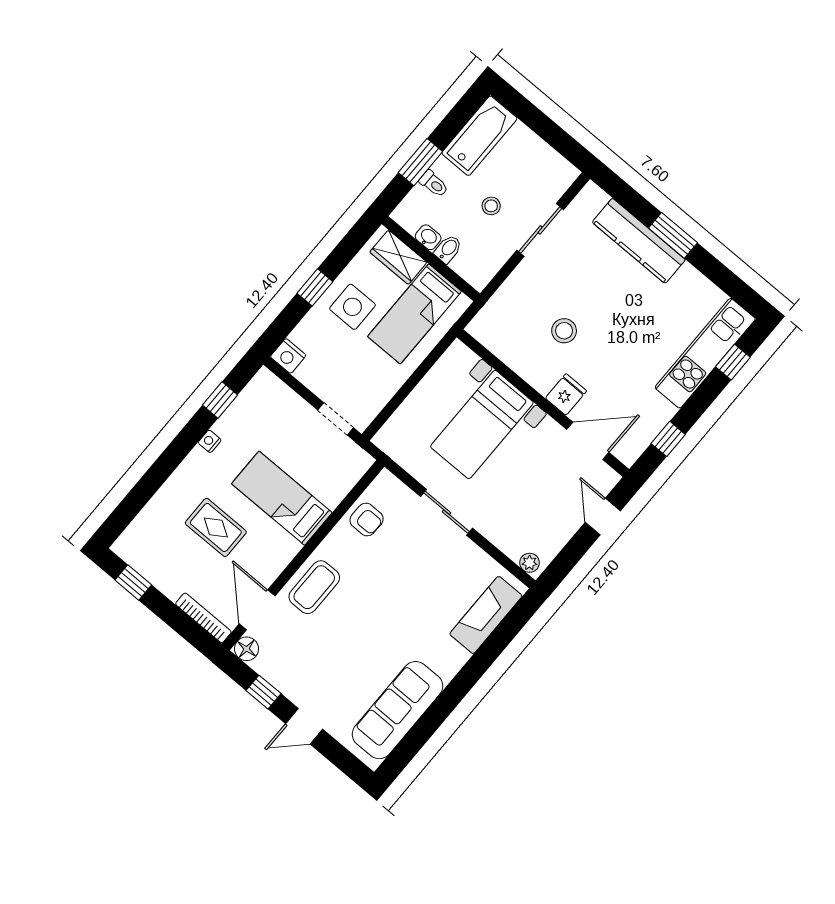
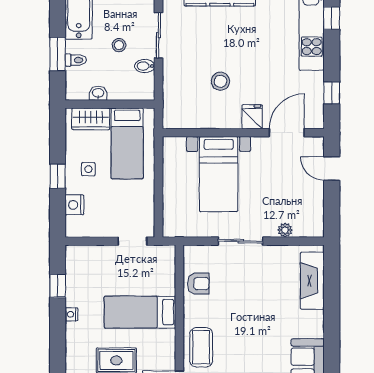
bidet: (448, 249) -> (145, 66), moved, turned -90
side table: (352, 307) -> (88, 169), width x0.54, depth x0.54
nightstand: (288, 356) -> (75, 205), moved, turned 90
plant: (529, 563) -> (285, 230), moved

